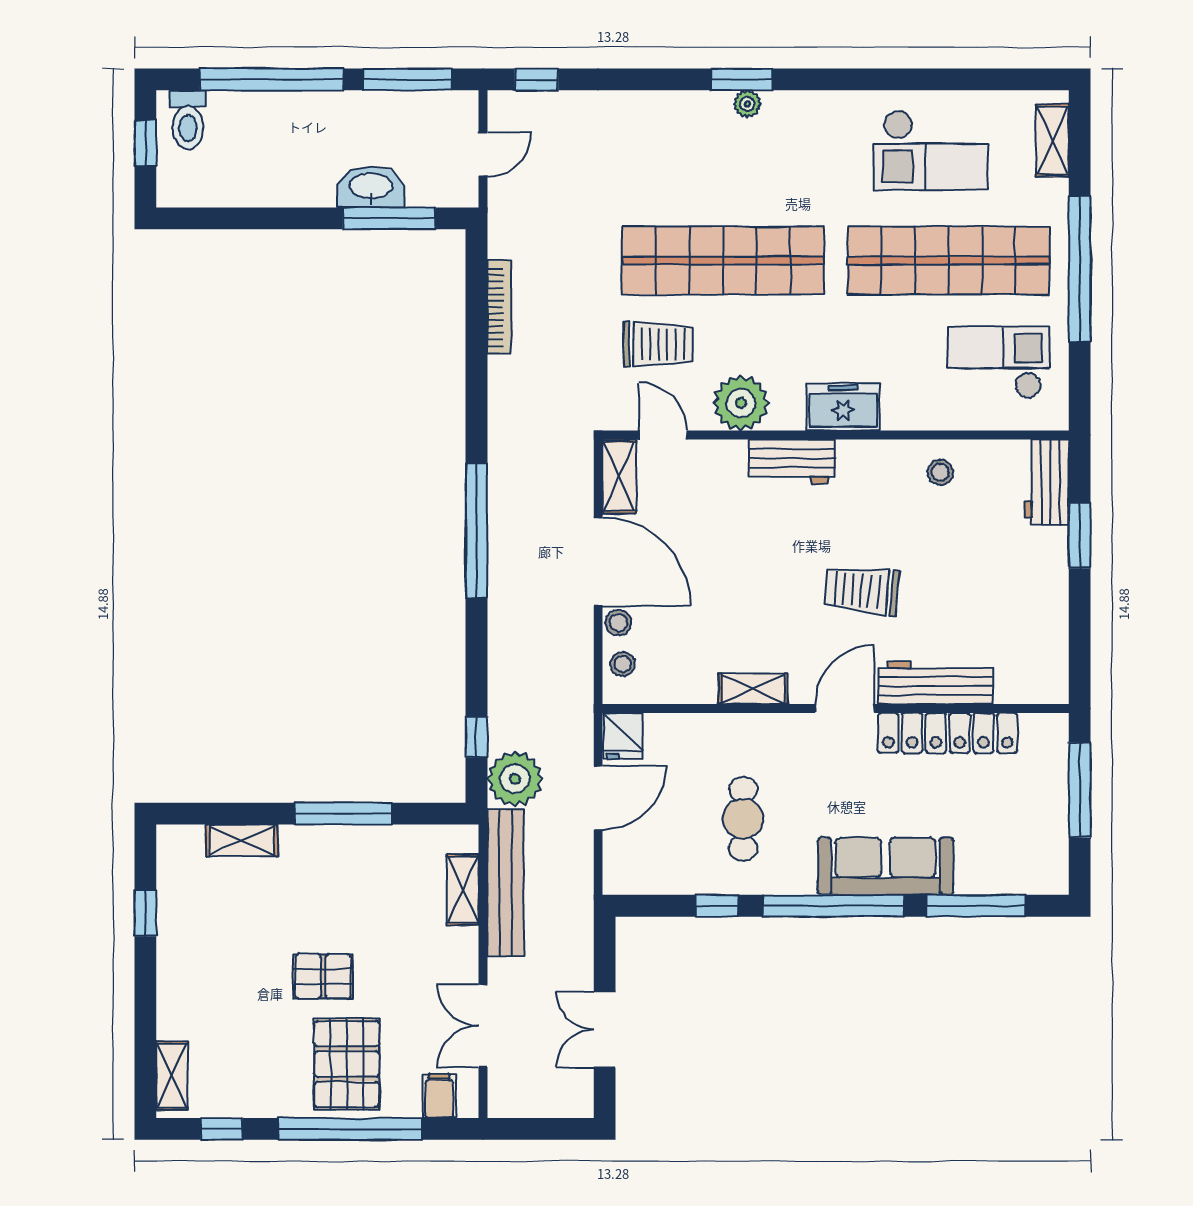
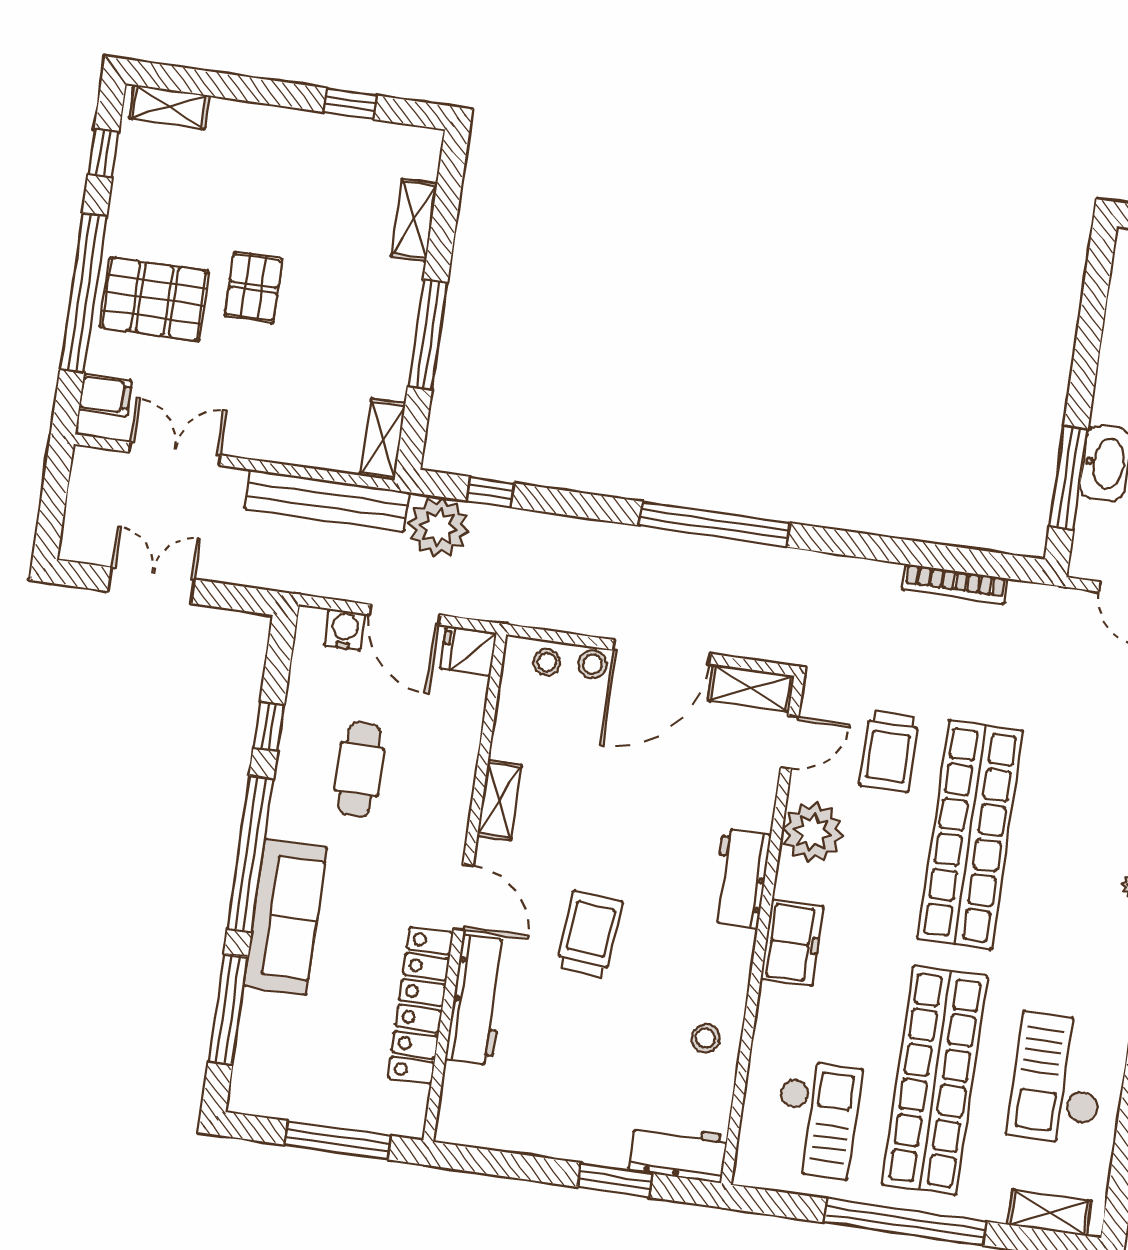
cafe table: (743, 819) -> (359, 769), turned 90
water cooler: (619, 850) -> (345, 630), added
shelving: (463, 890) -> (383, 439), moved, turned 90

